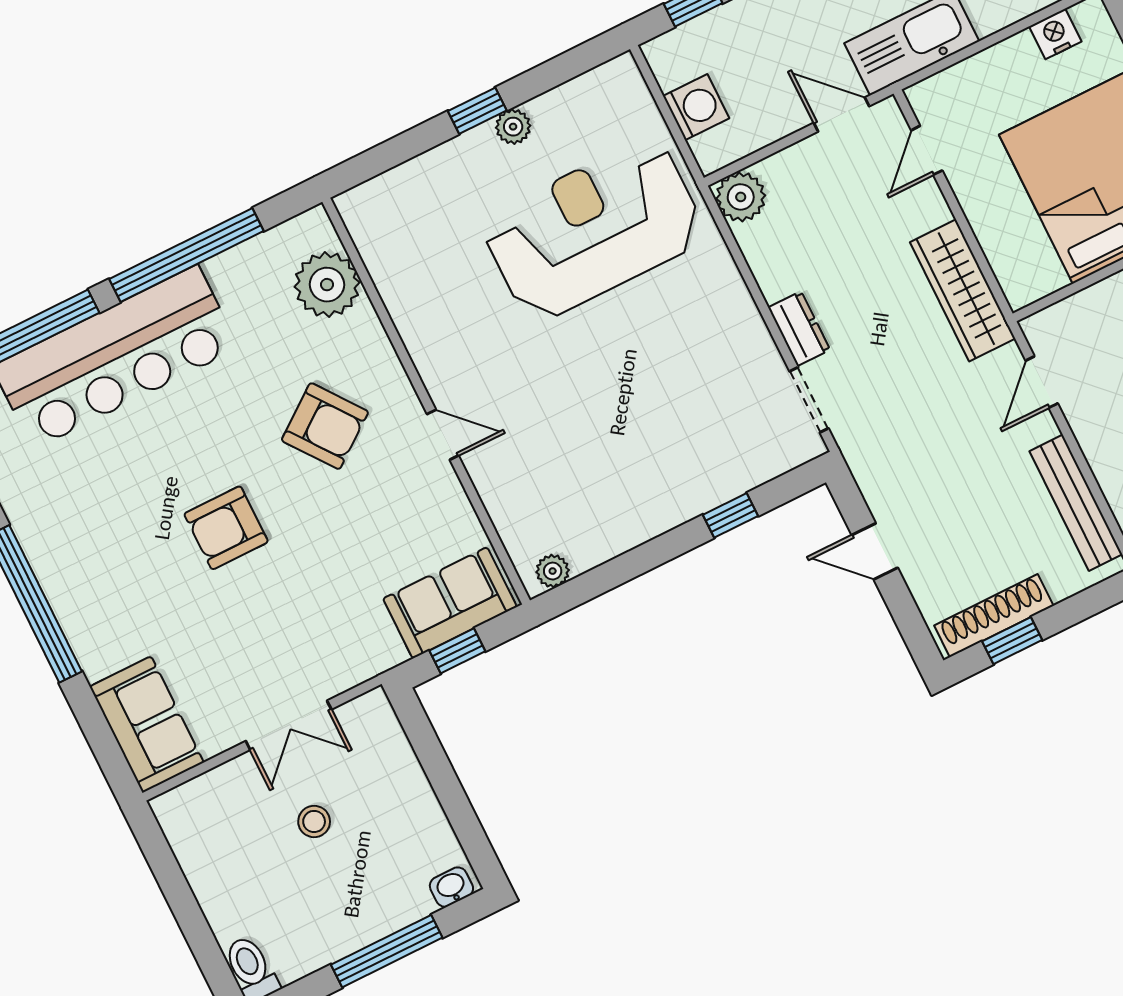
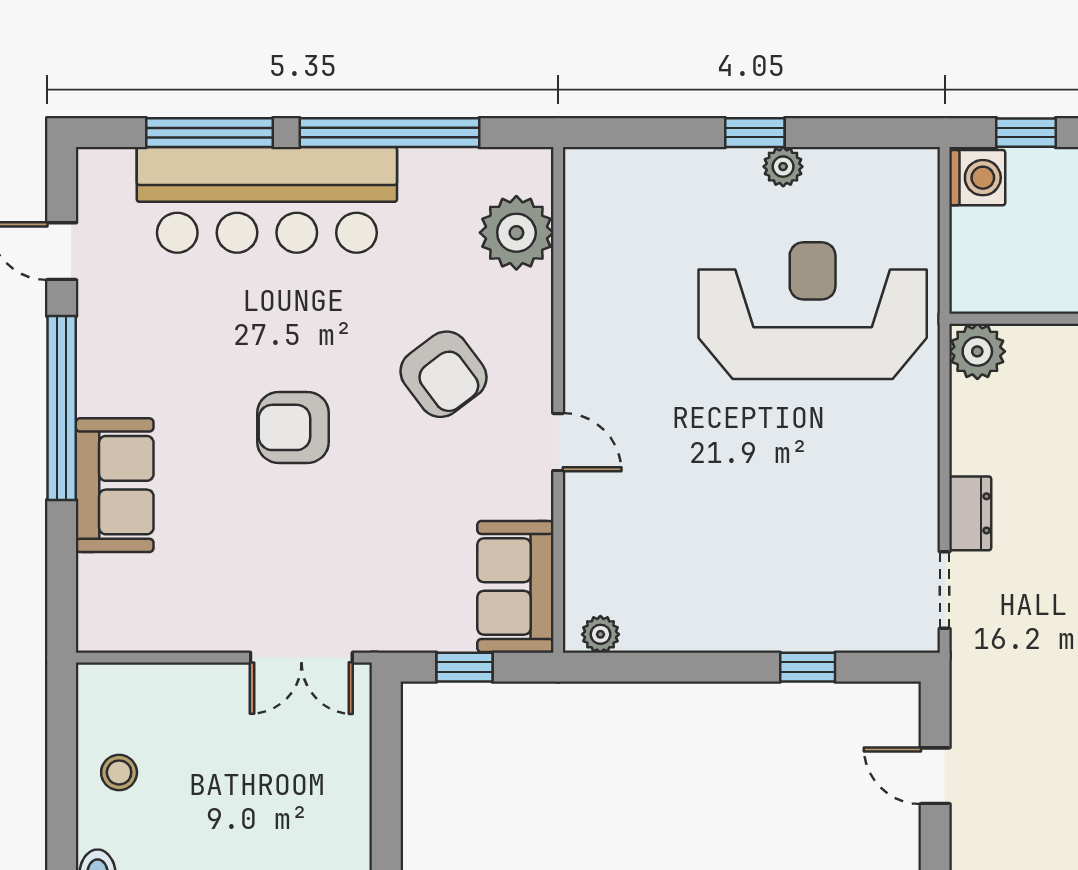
washing machine: (696, 107) -> (977, 178), moved
sofa: (450, 603) -> (515, 587), moved, turned -90
sofa: (147, 724) -> (115, 485), moved
double door: (289, 725) -> (301, 658), moved
stool: (314, 821) -> (119, 772), moved

